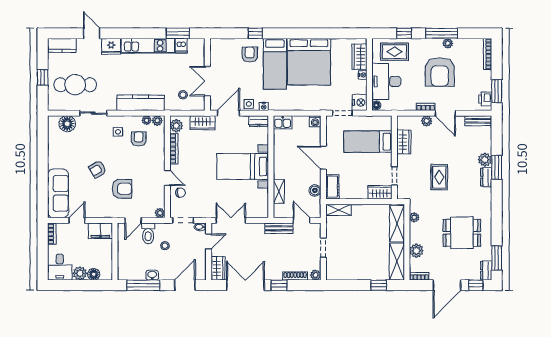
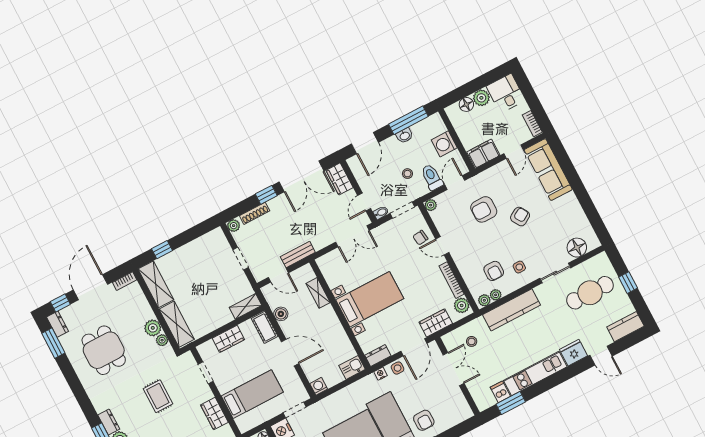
wardrobe: (380, 192) -> (228, 339), moved
dining table: (462, 233) -> (104, 350), turned 90
plant: (416, 251) -> (153, 328), moved
washing machine: (126, 253) -> (444, 144), added

